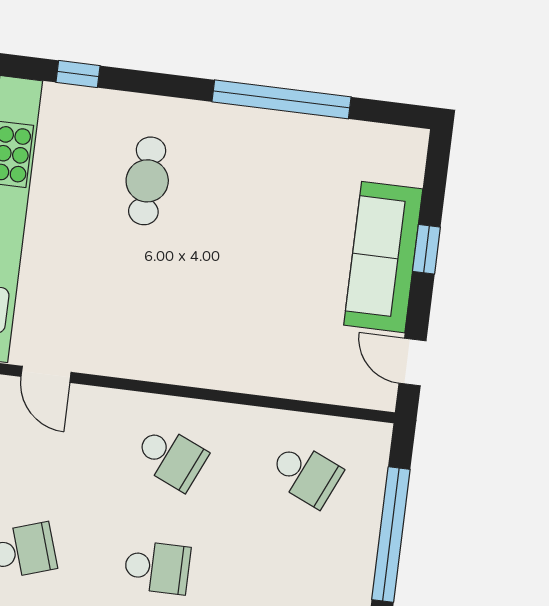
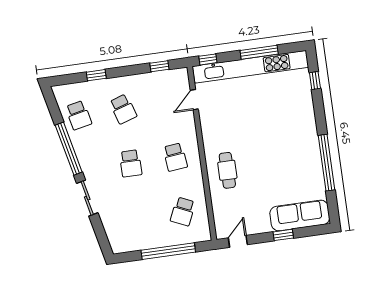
cafe table: (147, 181) -> (227, 170), moved, turned 90
sofa: (383, 257) -> (300, 215), moved
school desk: (171, 457) -> (175, 157), turned -30

